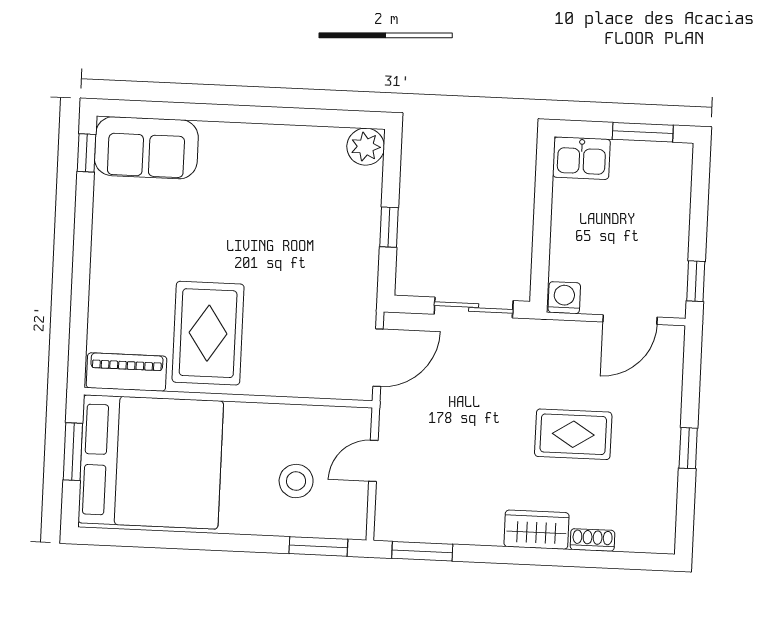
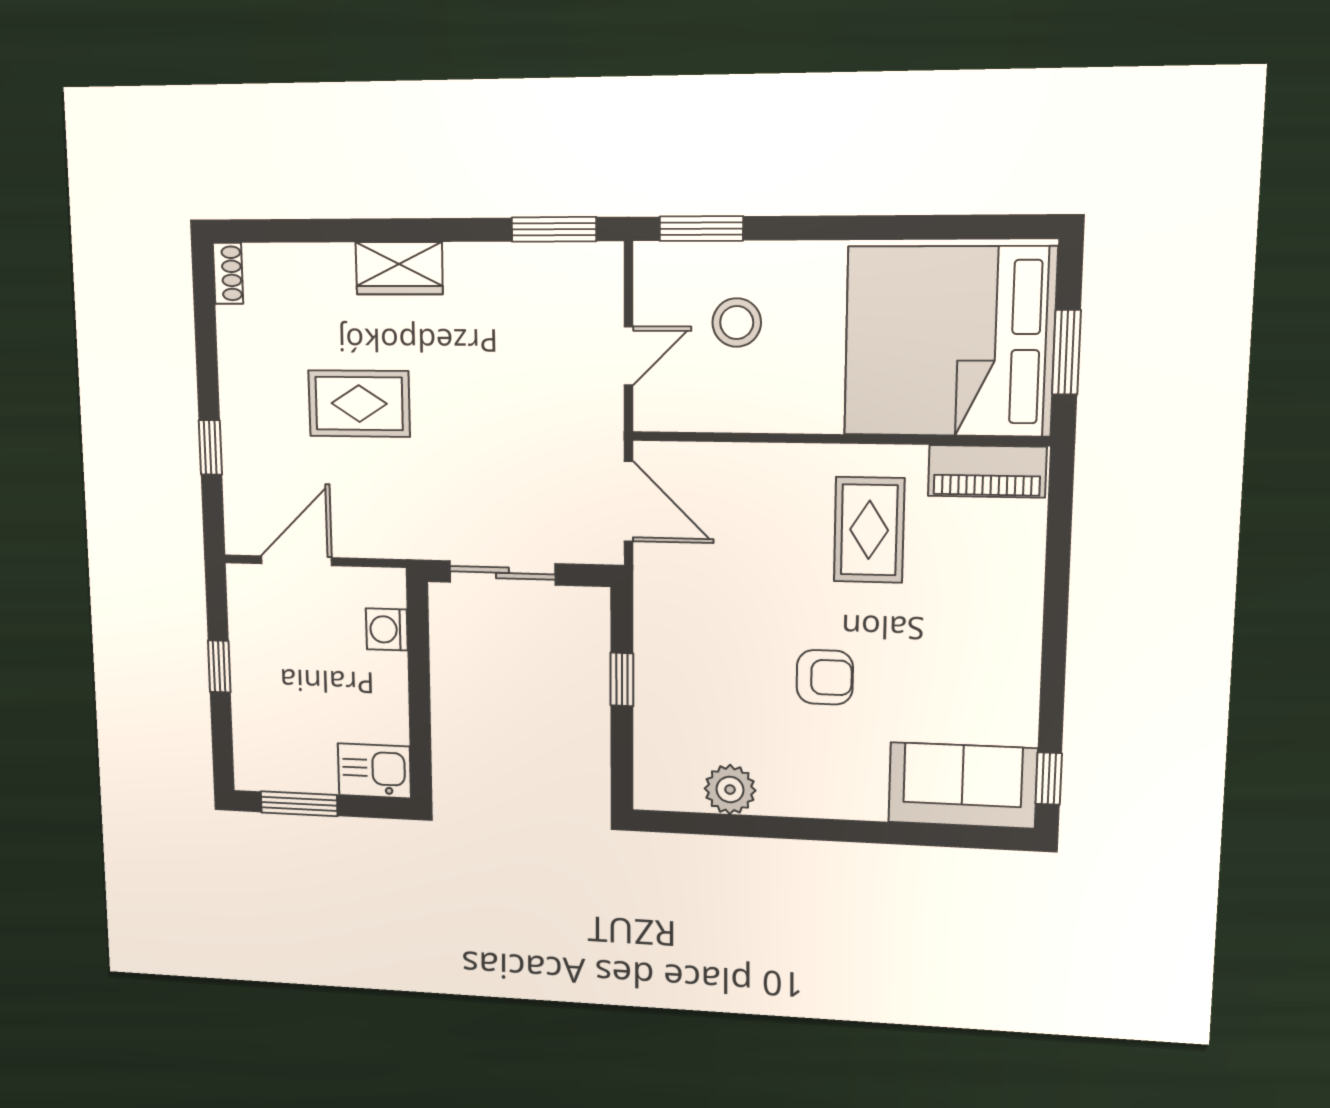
plant: (366, 147) -> (730, 789), moved
armchair: (242, 227) -> (825, 677), added
window: (696, 281) -> (219, 666), moved
washing machine: (564, 298) -> (387, 629), moved, turned 90
rug: (208, 333) -> (869, 530), width x0.73, depth x0.70
door: (378, 358) -> (629, 501), swing flipped
window: (688, 448) -> (210, 447), moved
shoe rack: (592, 540) -> (228, 273), moved, turned -90

